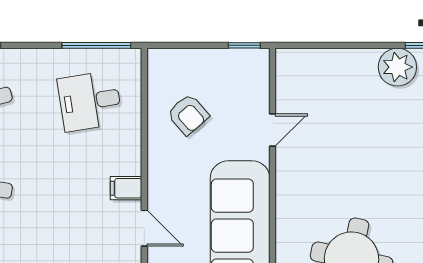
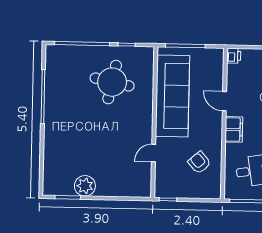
filing cabinet: (126, 188) -> (234, 129), width x2.00

